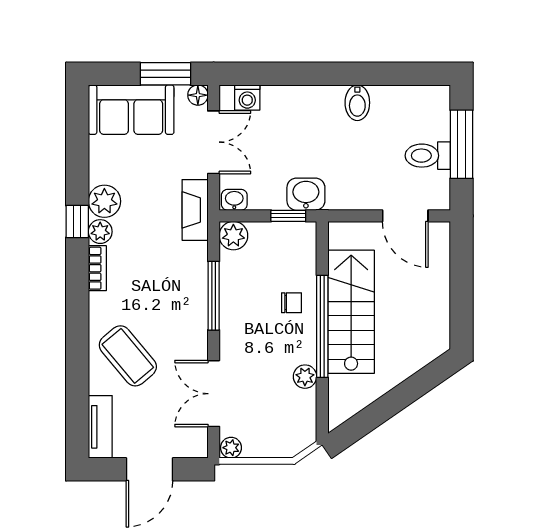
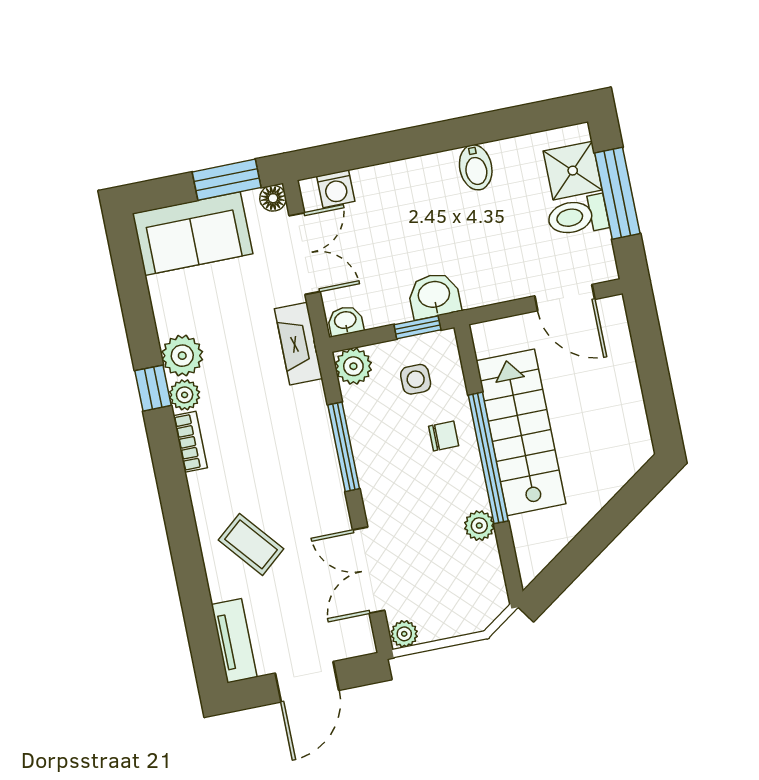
shower: (431, 120) -> (573, 171), added
side table: (279, 255) -> (416, 379), added
coffee table: (128, 356) -> (251, 544), width x0.73, depth x0.77

